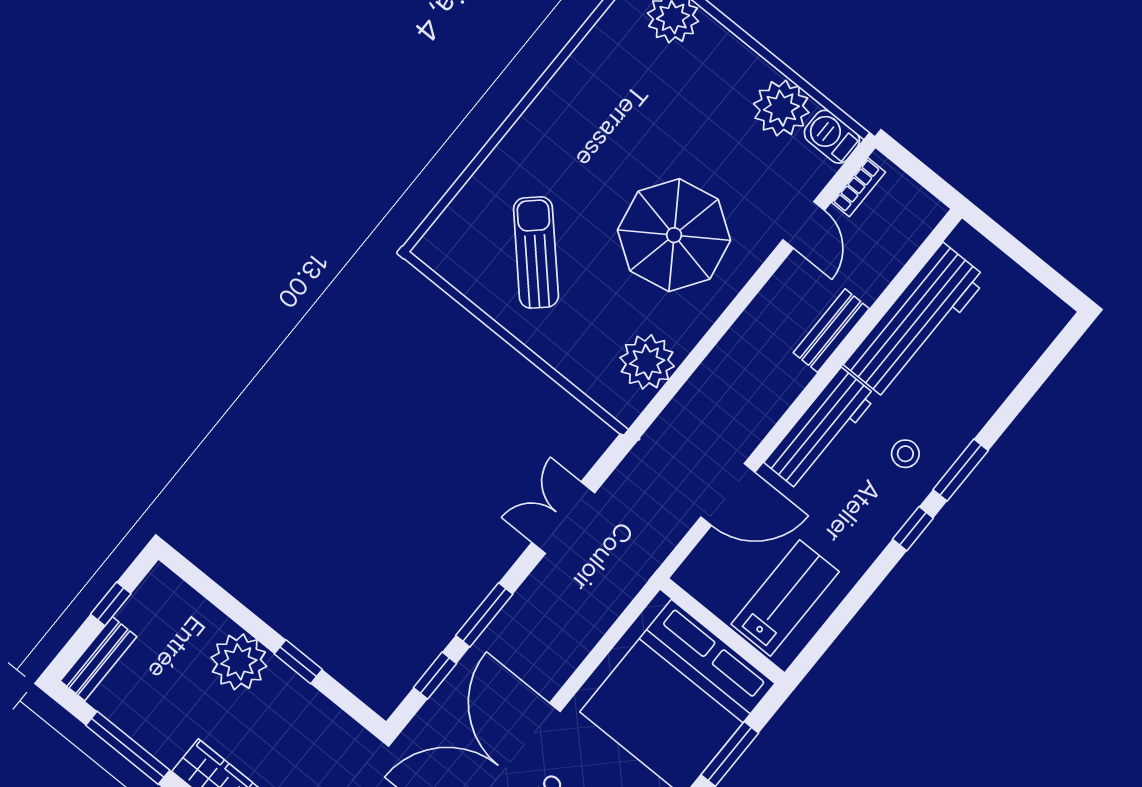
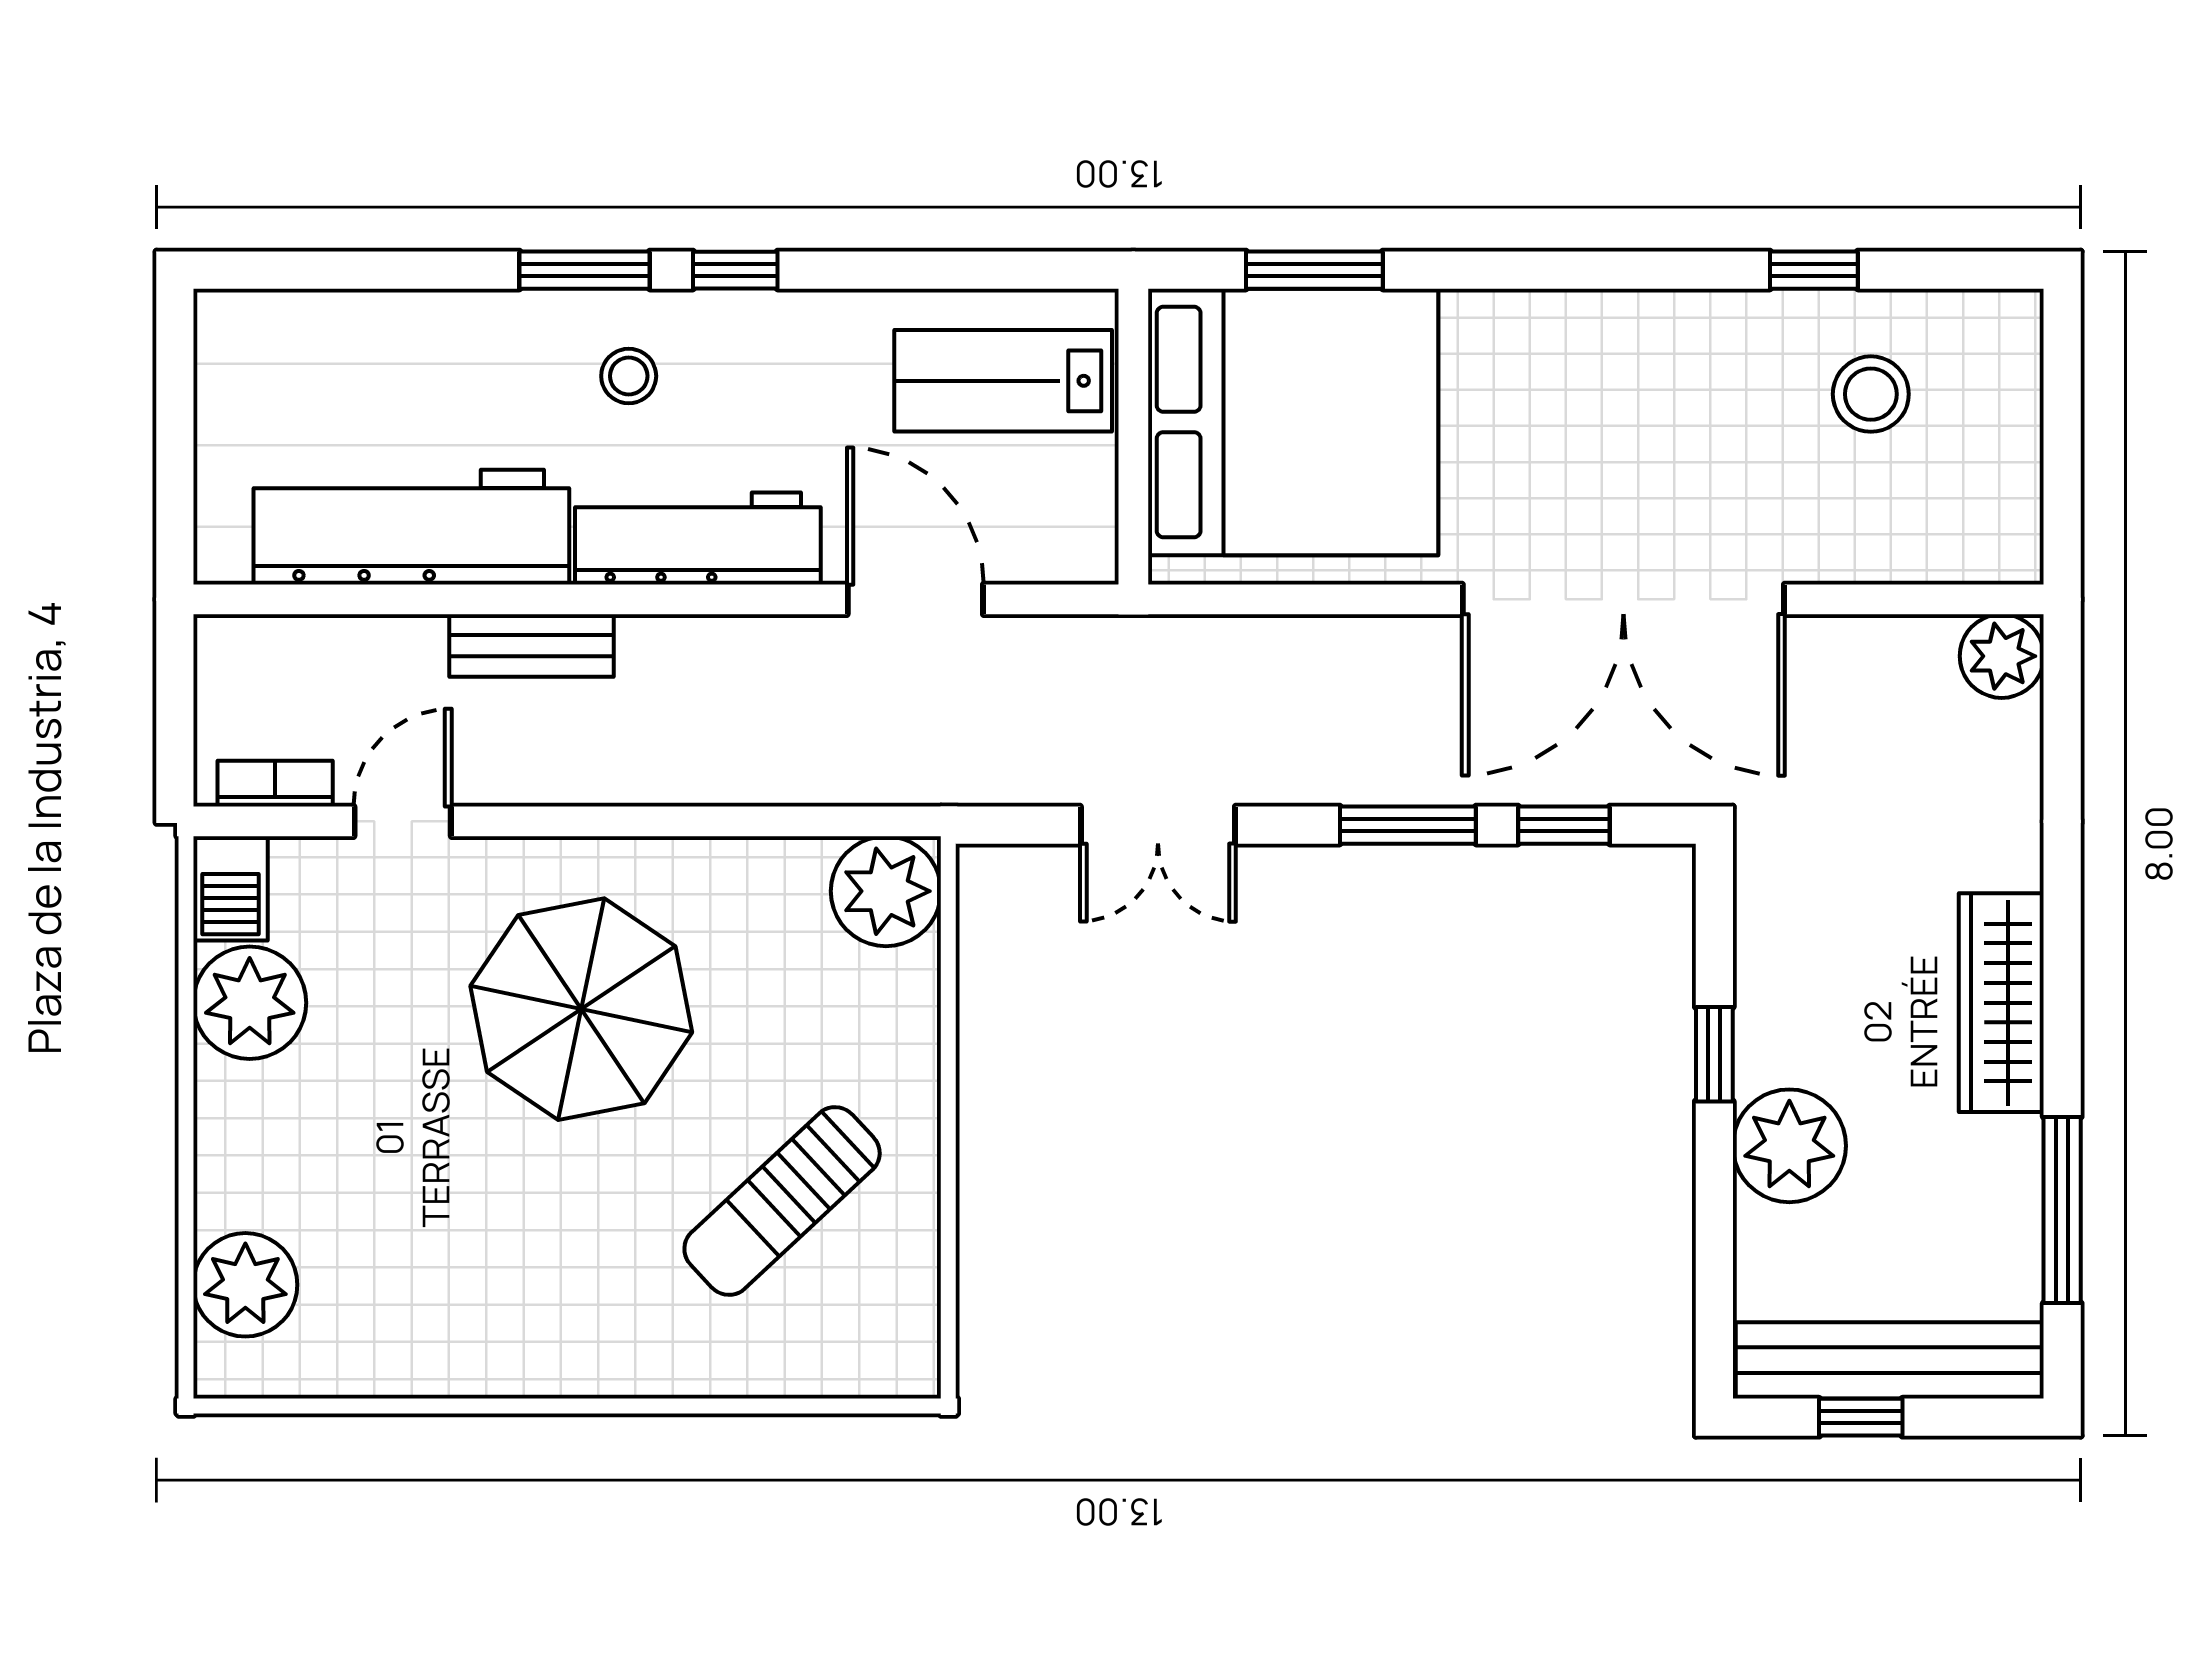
plant: (647, 362) -> (886, 891), moved
bench: (98, 659) -> (1890, 1360), width x1.86, depth x1.21

